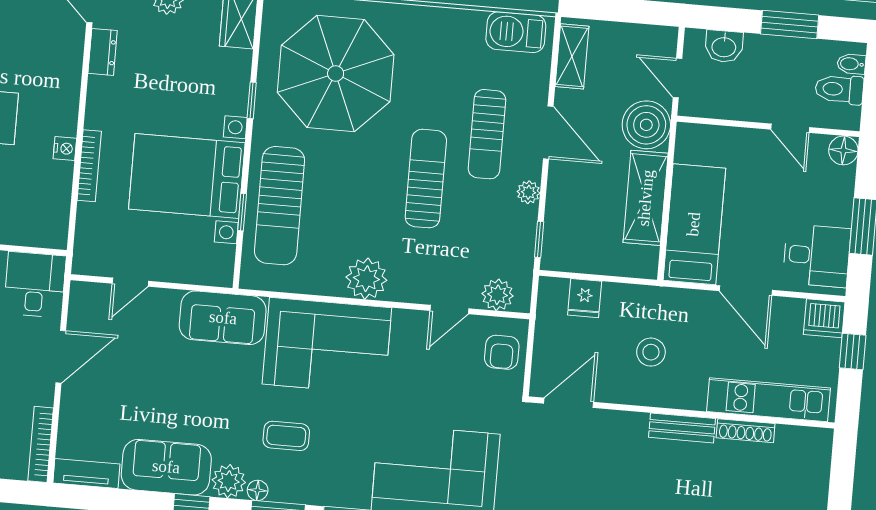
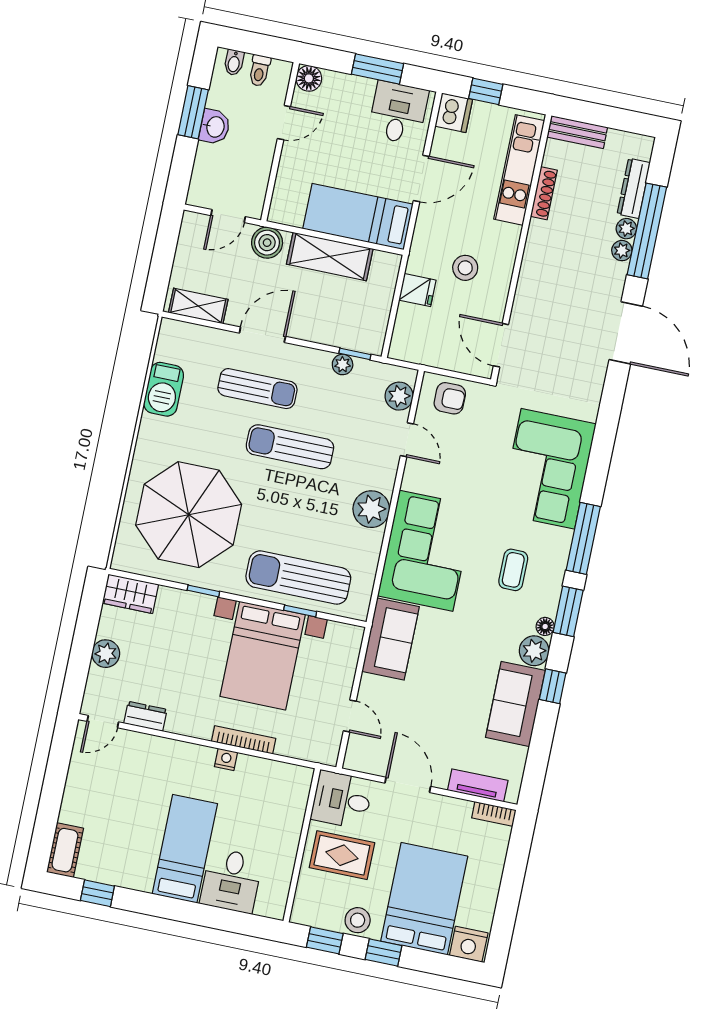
barbecue: (516, 32) -> (164, 389), moved
washbasin: (724, 46) -> (215, 127), moved
toilet: (839, 89) -> (260, 71), width x0.73, depth x0.72
boiler: (646, 125) -> (267, 243), width x0.73, depth x0.73
plant: (528, 192) -> (343, 364), moved
sun lounger: (280, 206) -> (298, 578), turned 180
fridge: (585, 298) -> (417, 290), moved
bench: (682, 428) -> (577, 132), moved, turned 90
coffee table: (286, 436) -> (513, 570), moved
bookcase: (41, 444) -> (494, 814), width x0.64
tv unit: (86, 473) -> (478, 785), moved, turned 90

